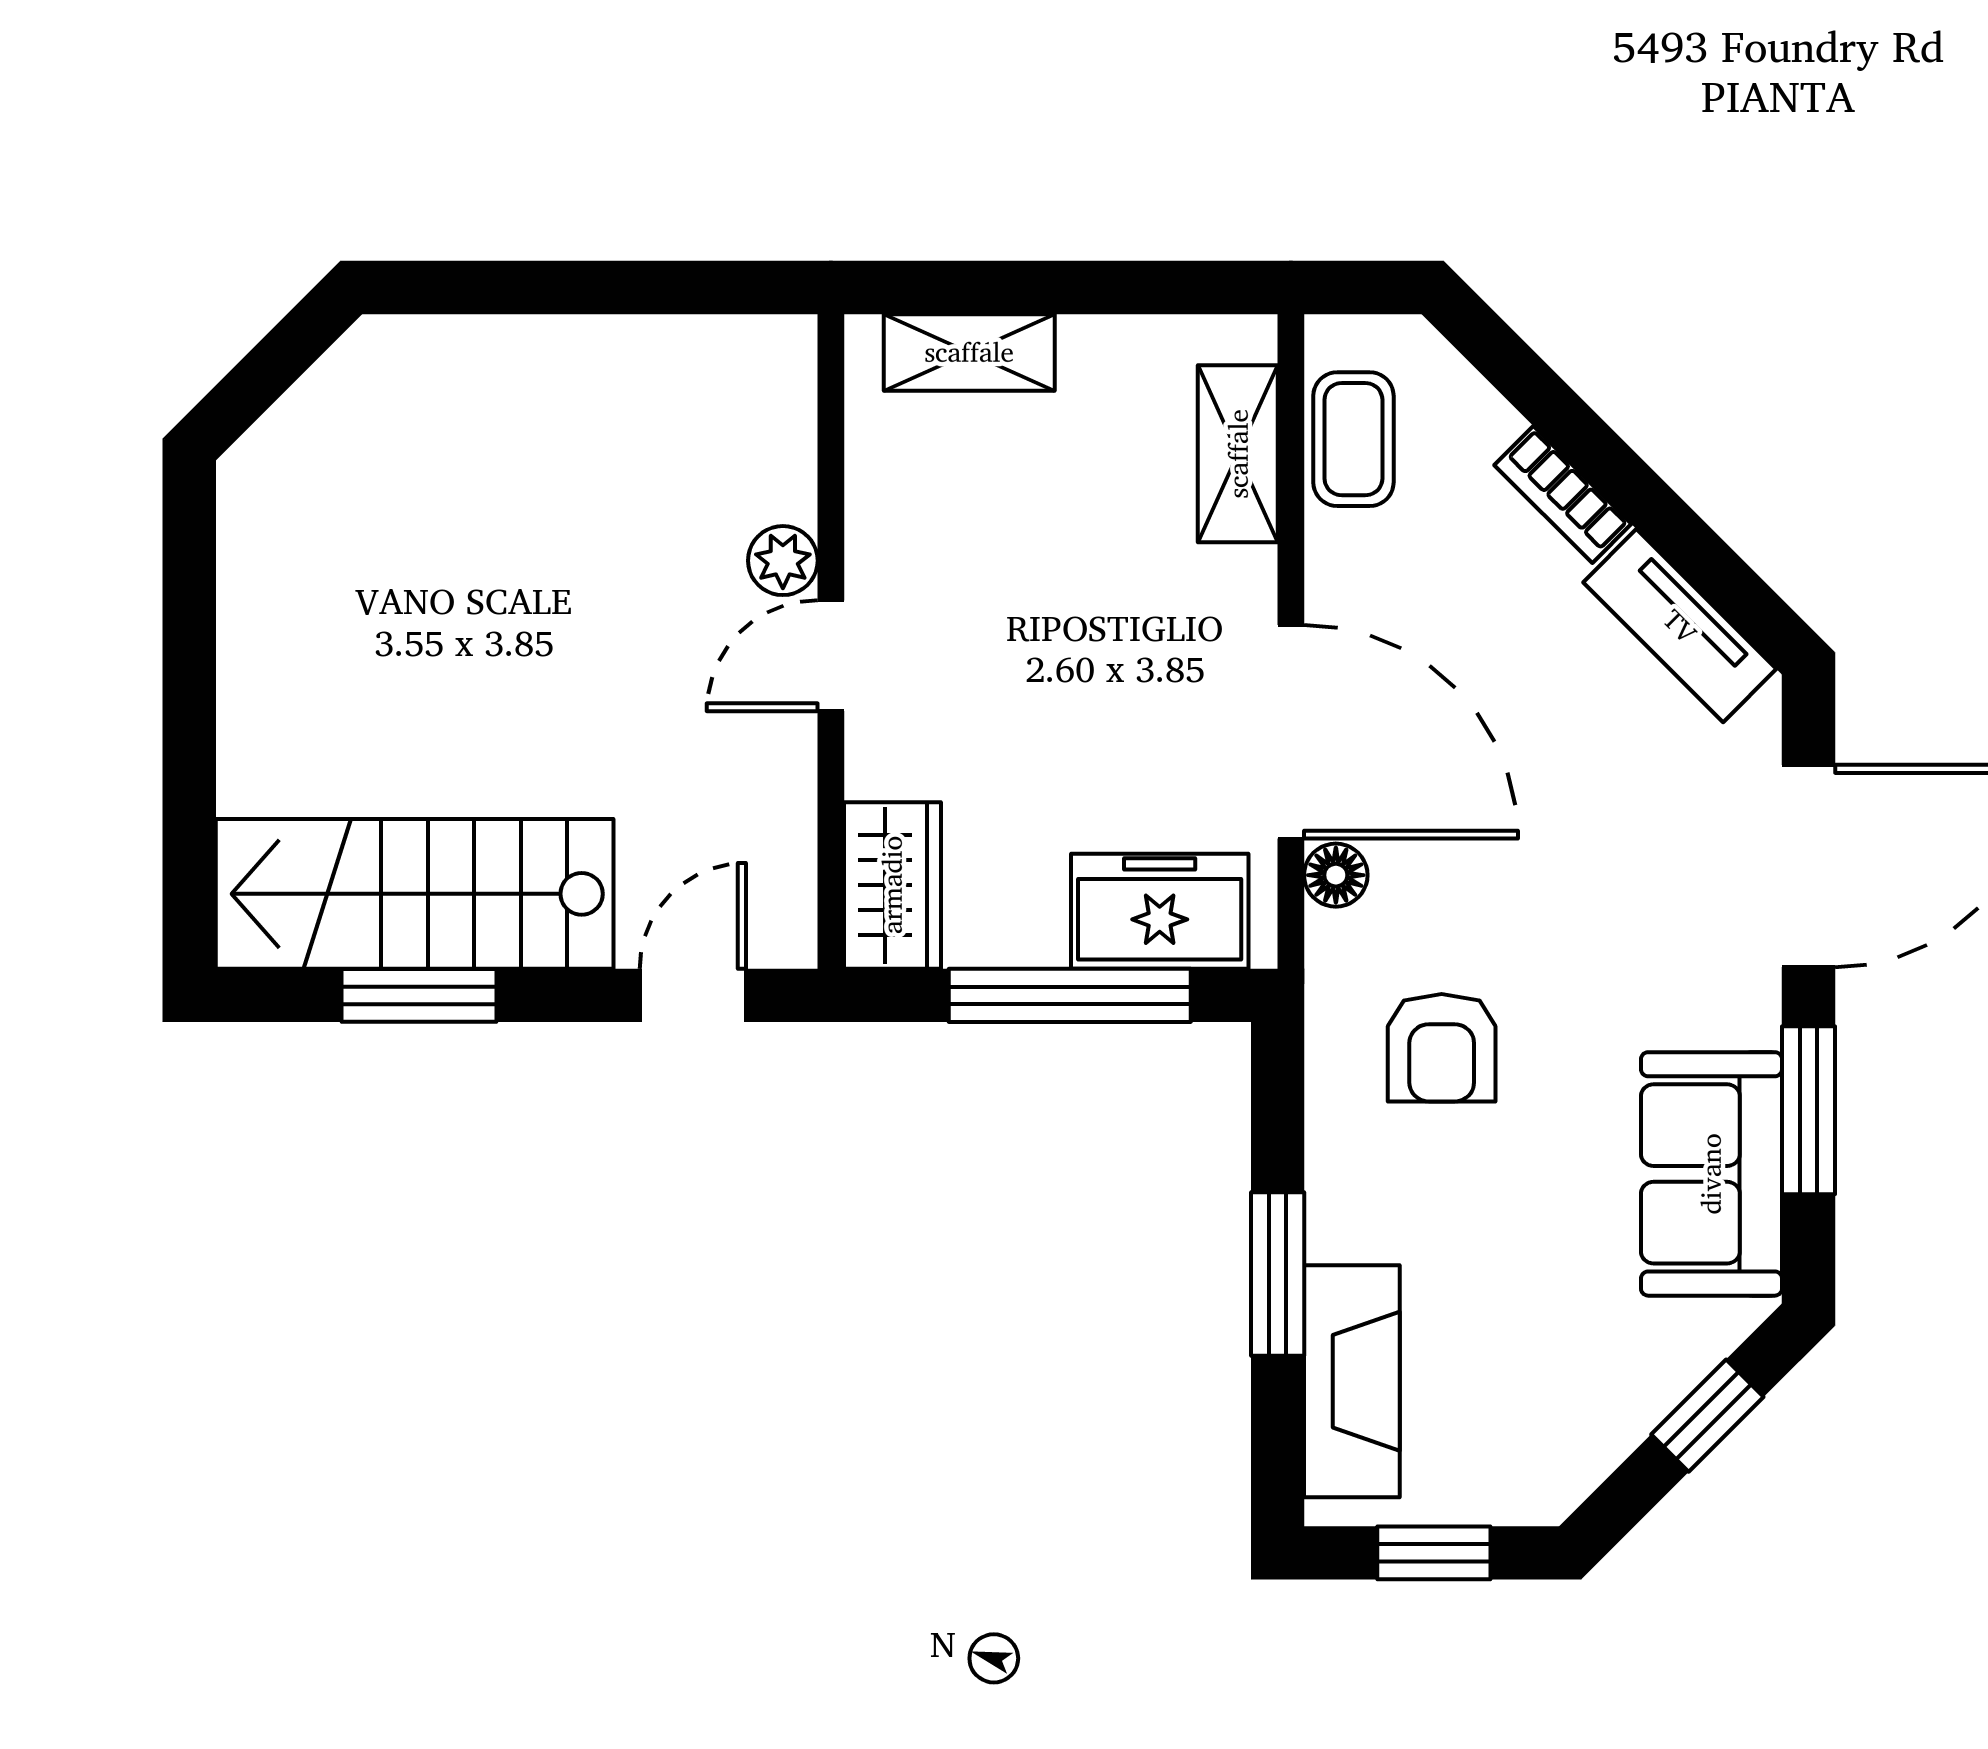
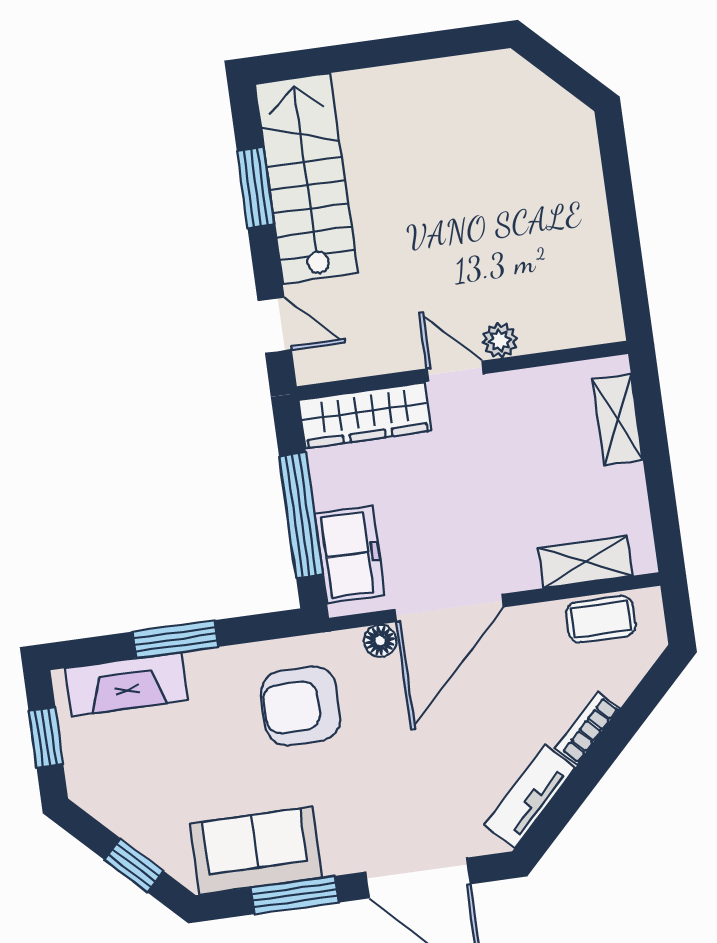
wardrobe: (892, 885) -> (365, 415), width x1.50
armchair: (1442, 1048) -> (301, 706), width x1.38, depth x1.38

